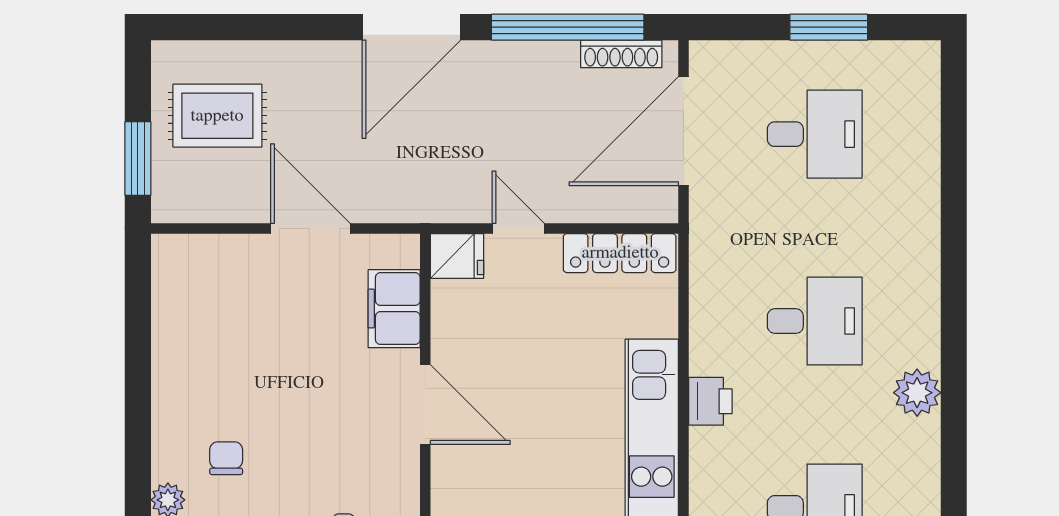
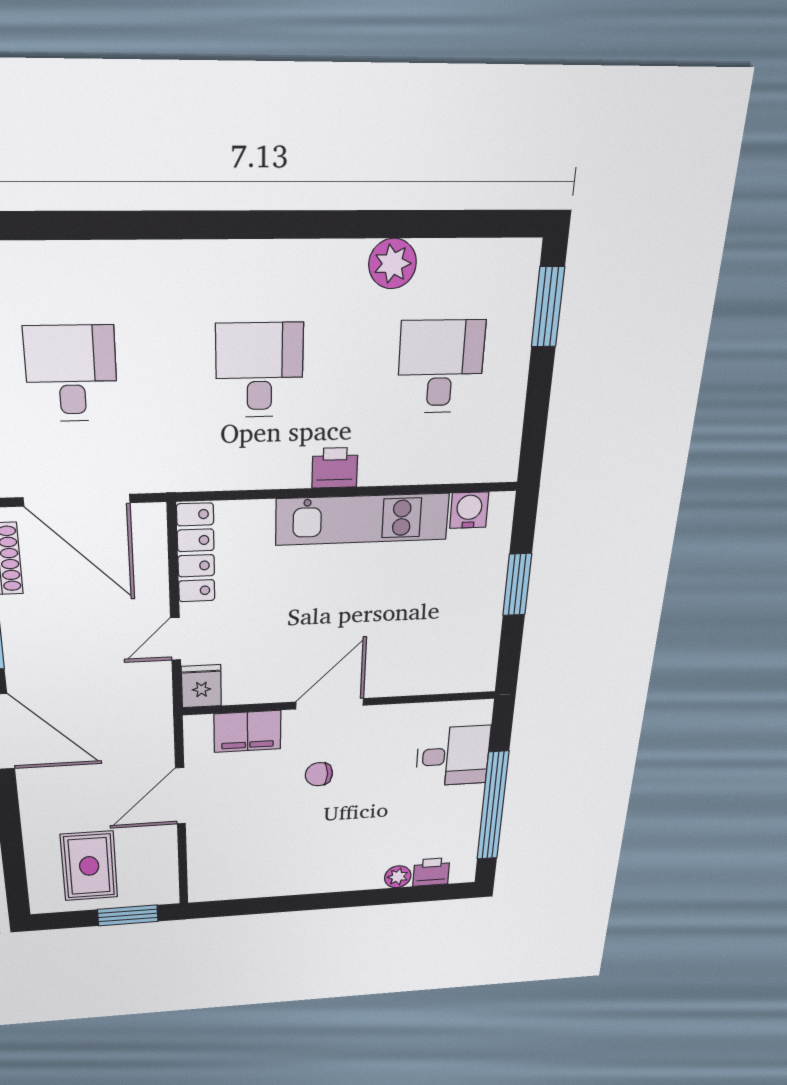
plant: (917, 393) -> (393, 264), moved
chair: (226, 458) -> (319, 774), moved

